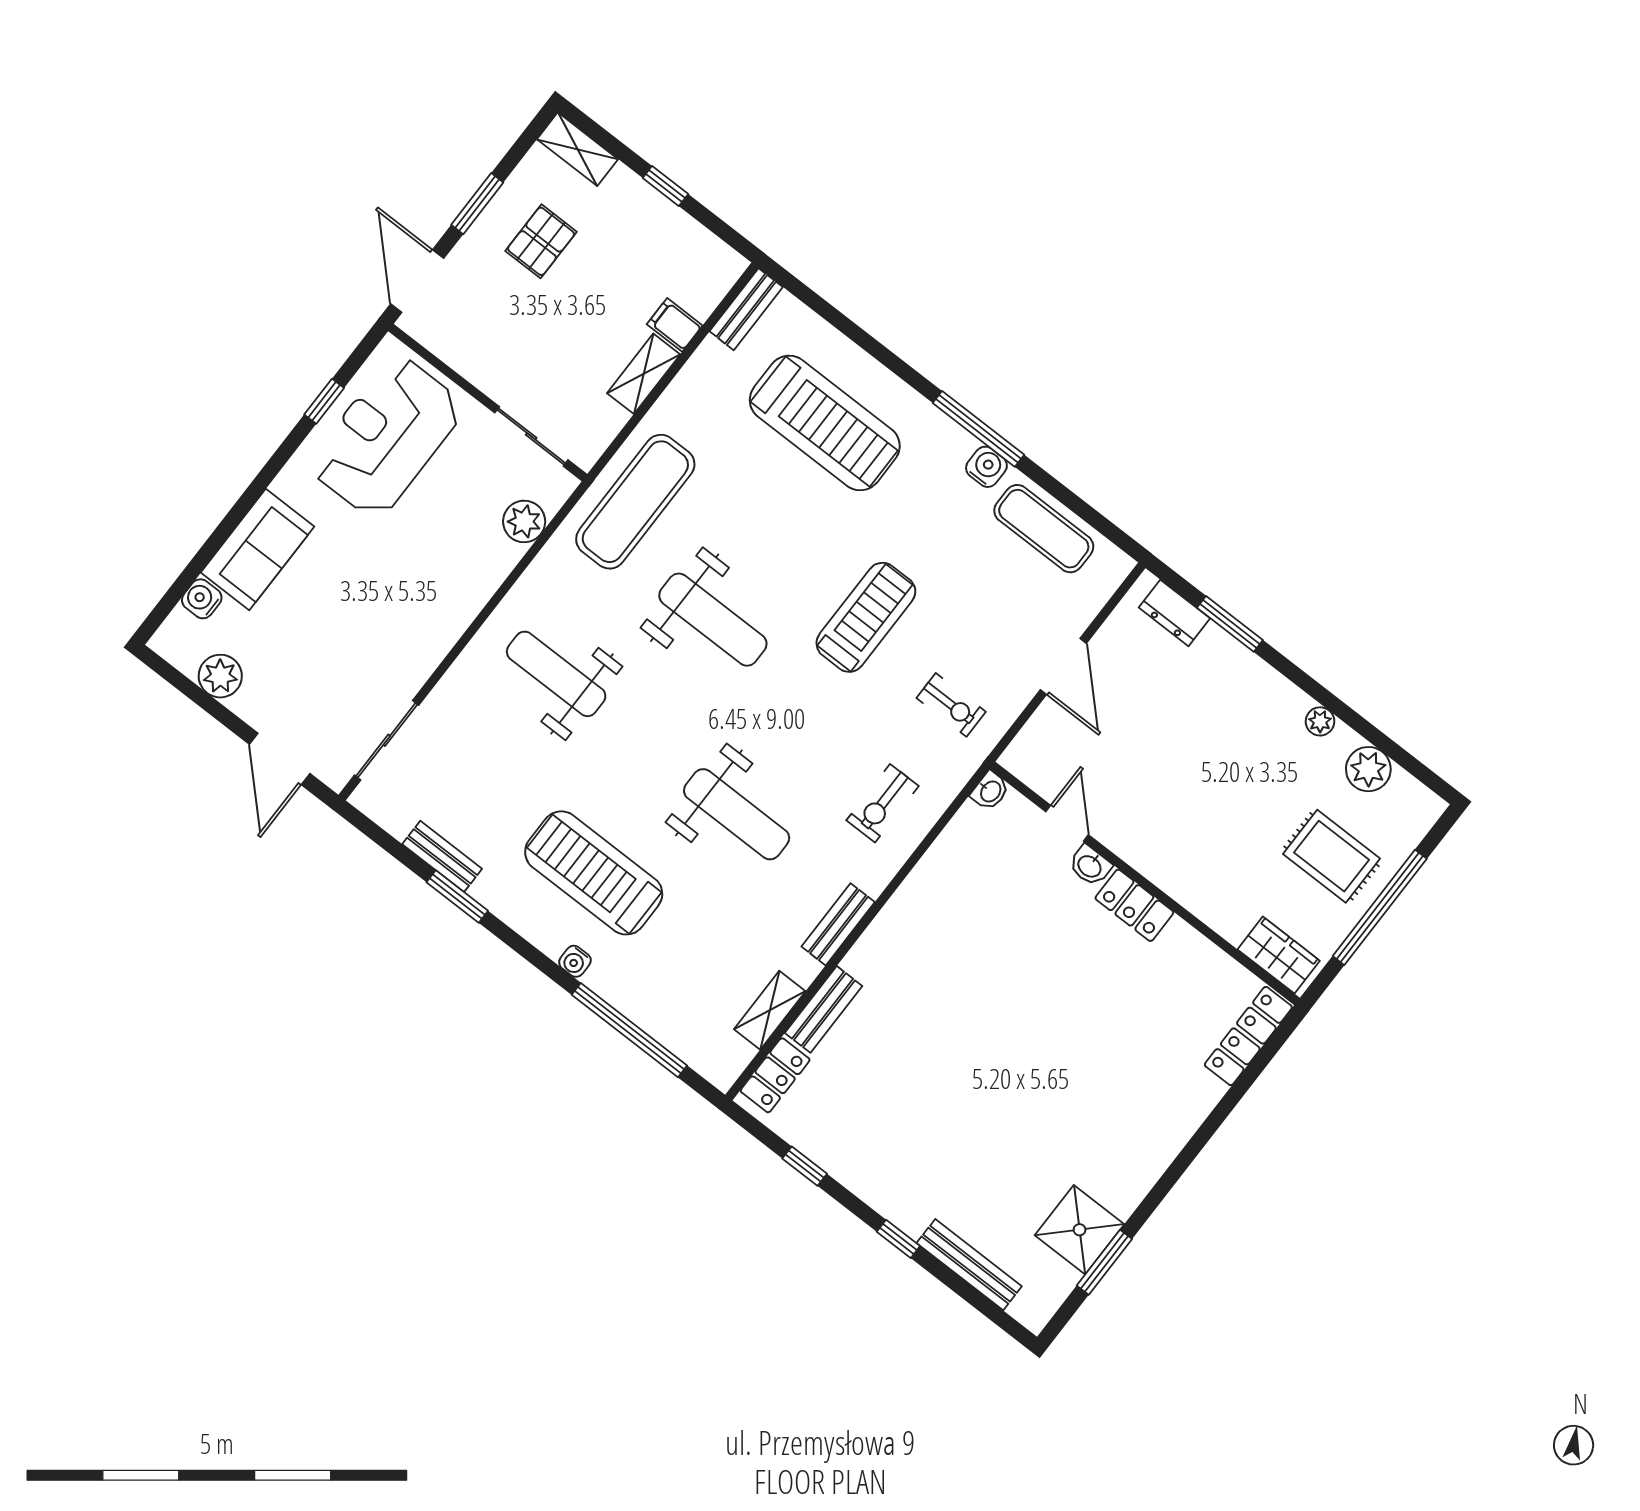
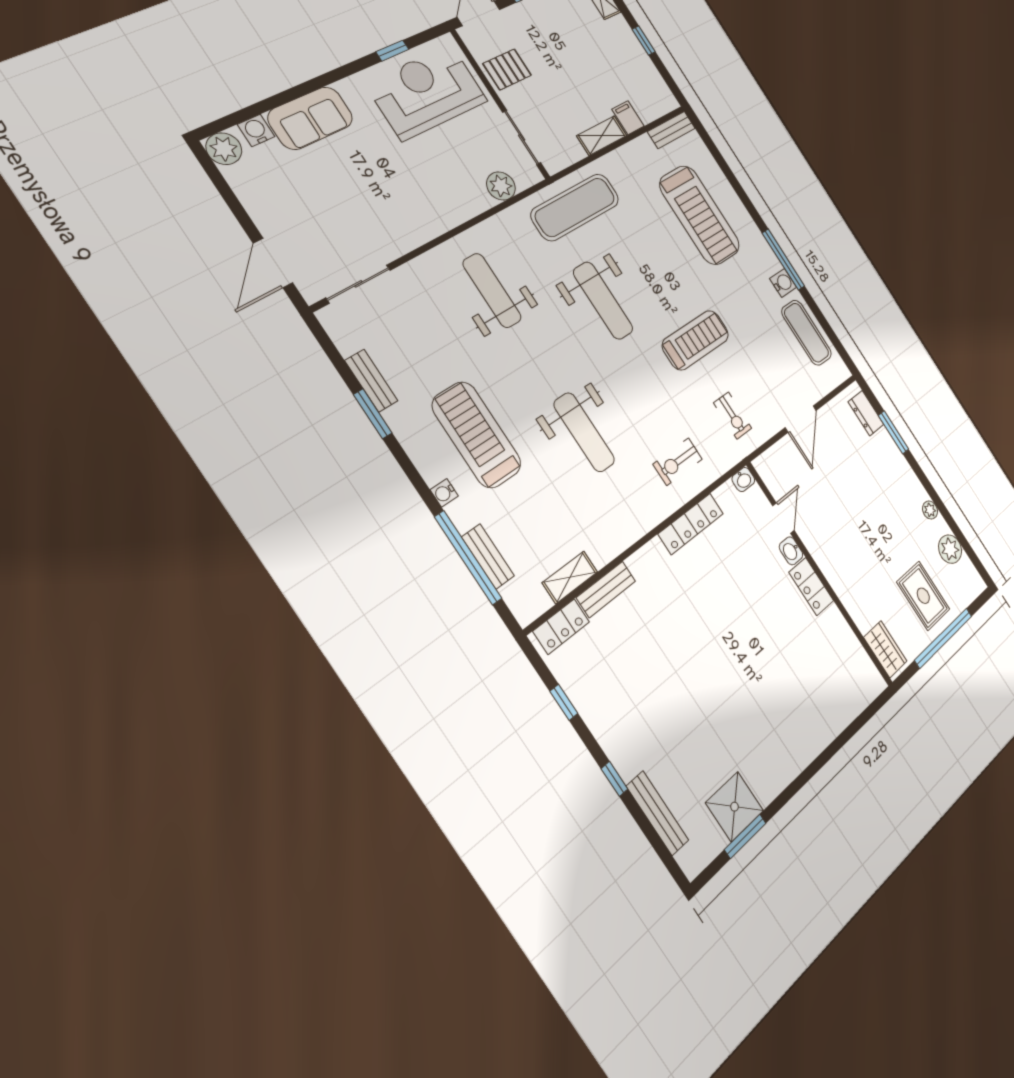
pallet: (541, 241) -> (507, 69), moved
plant: (220, 676) -> (224, 149), moved
bench: (838, 924) -> (488, 557), moved, turned 90
locker: (1248, 1036) -> (691, 524), moved, turned 180

